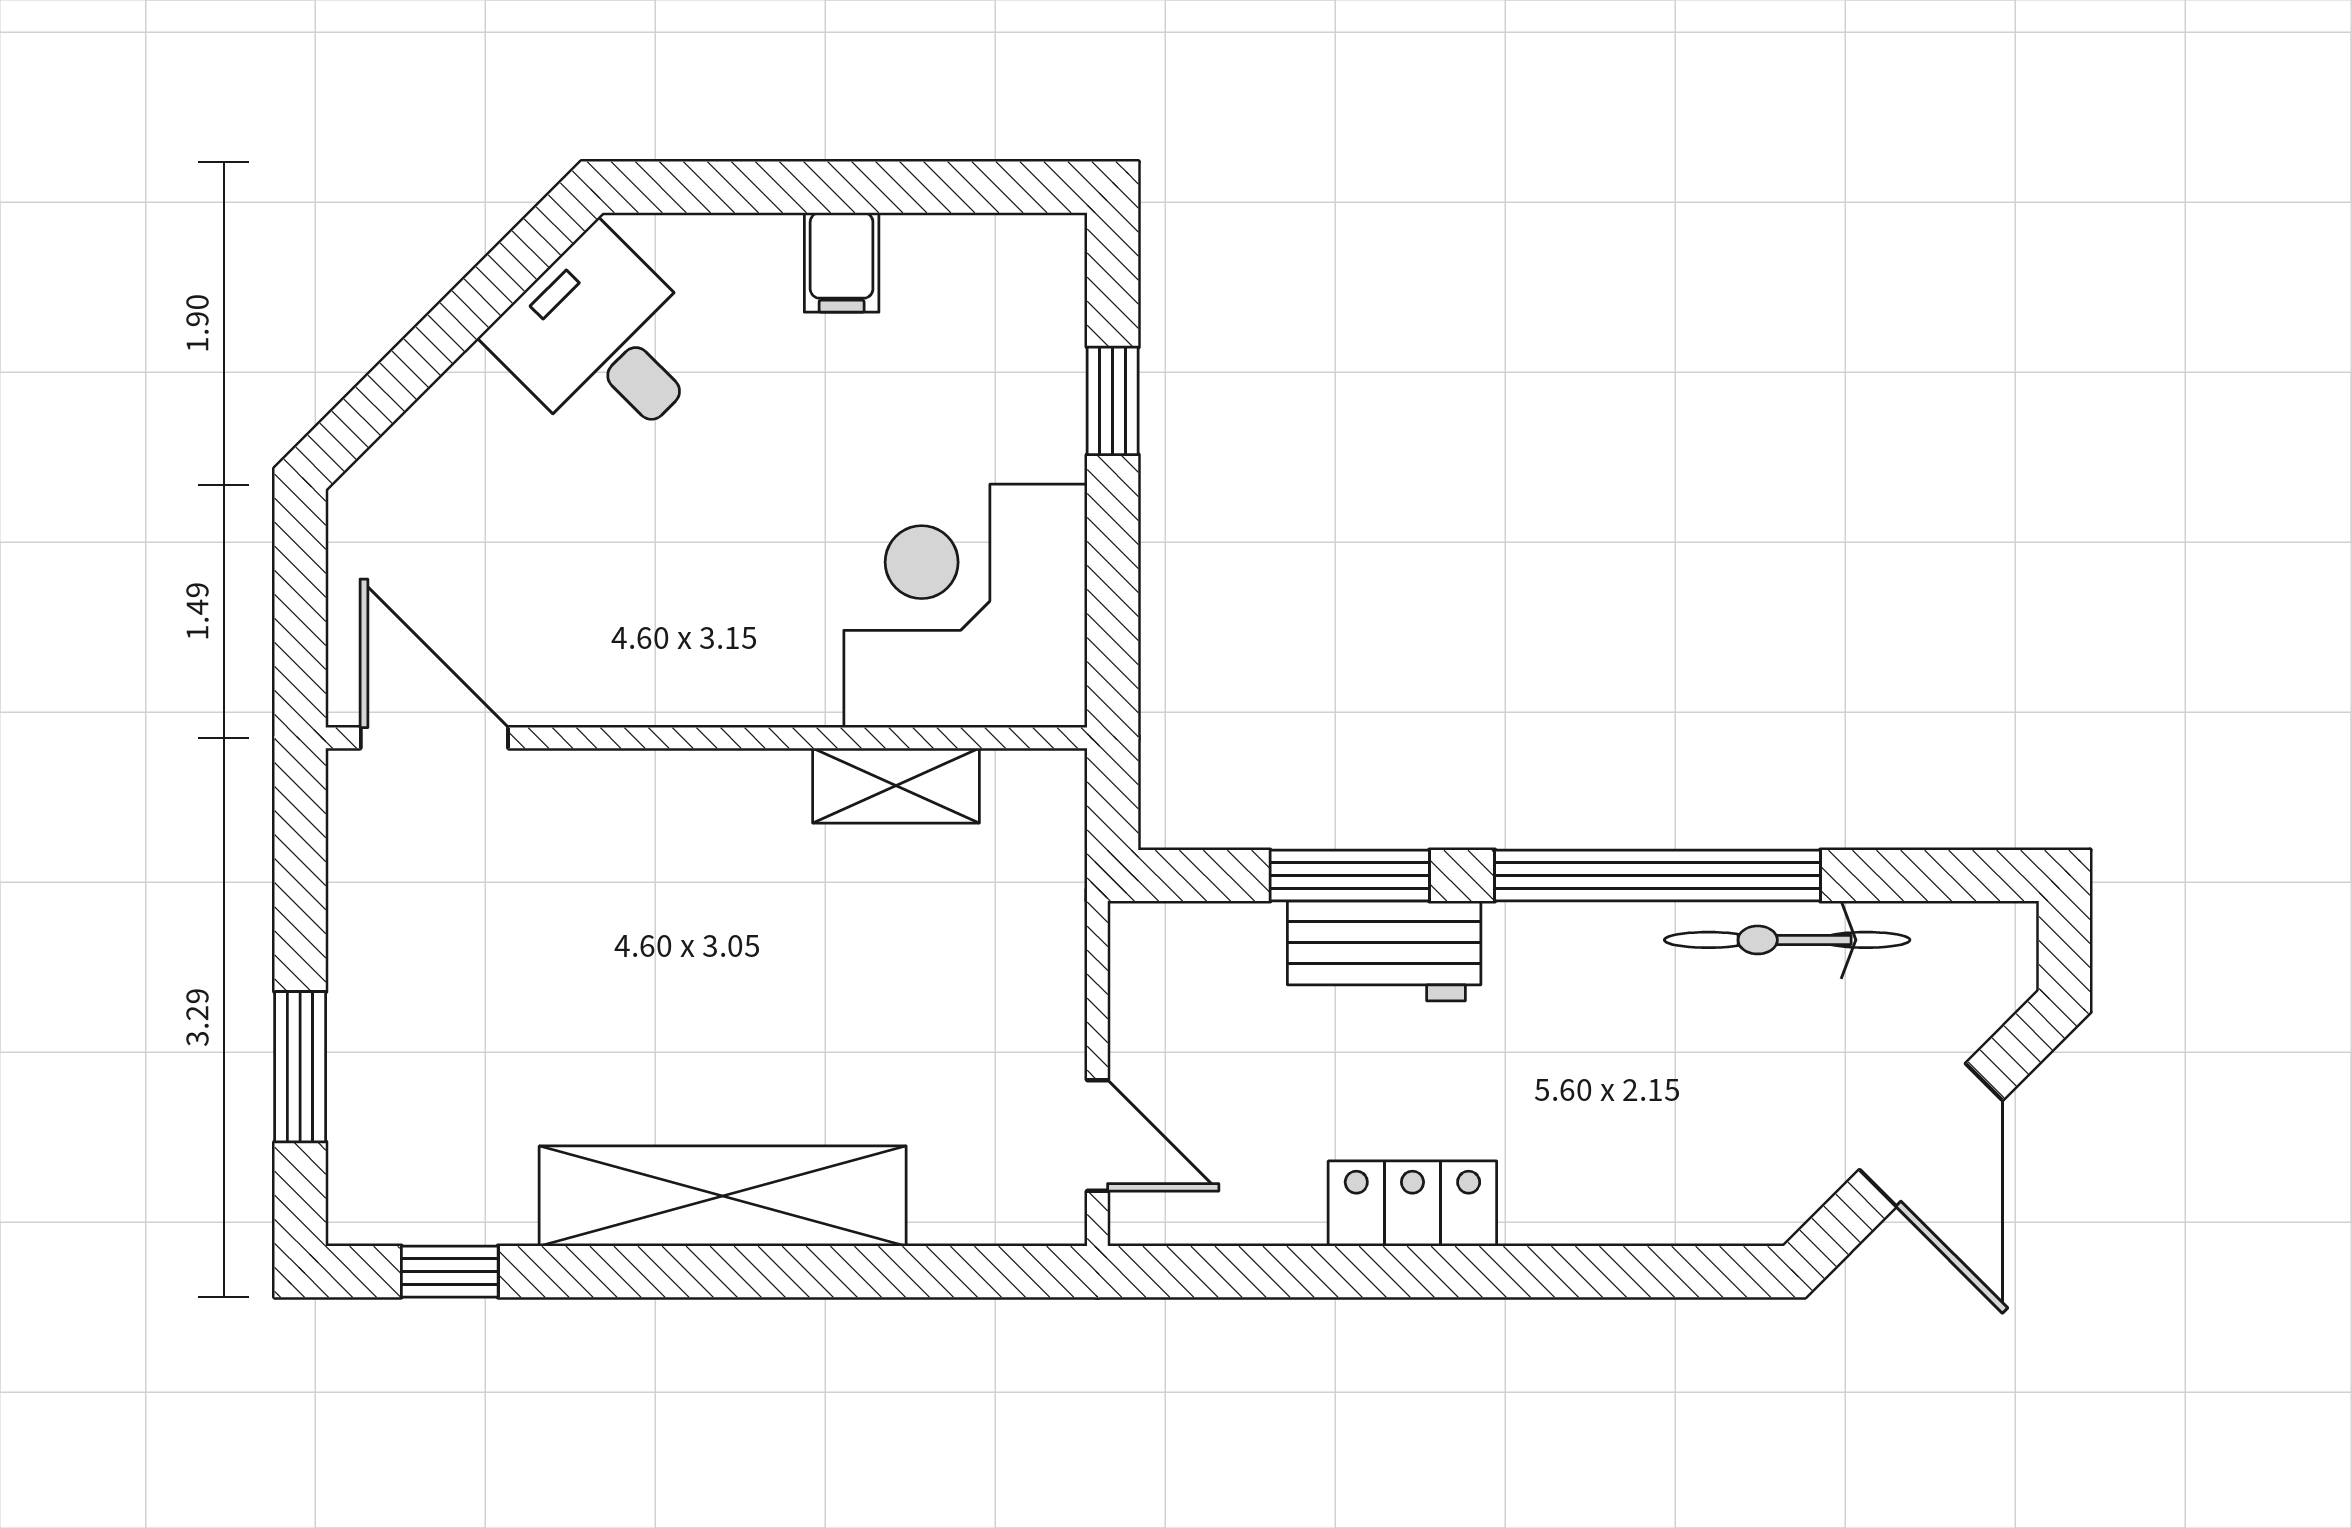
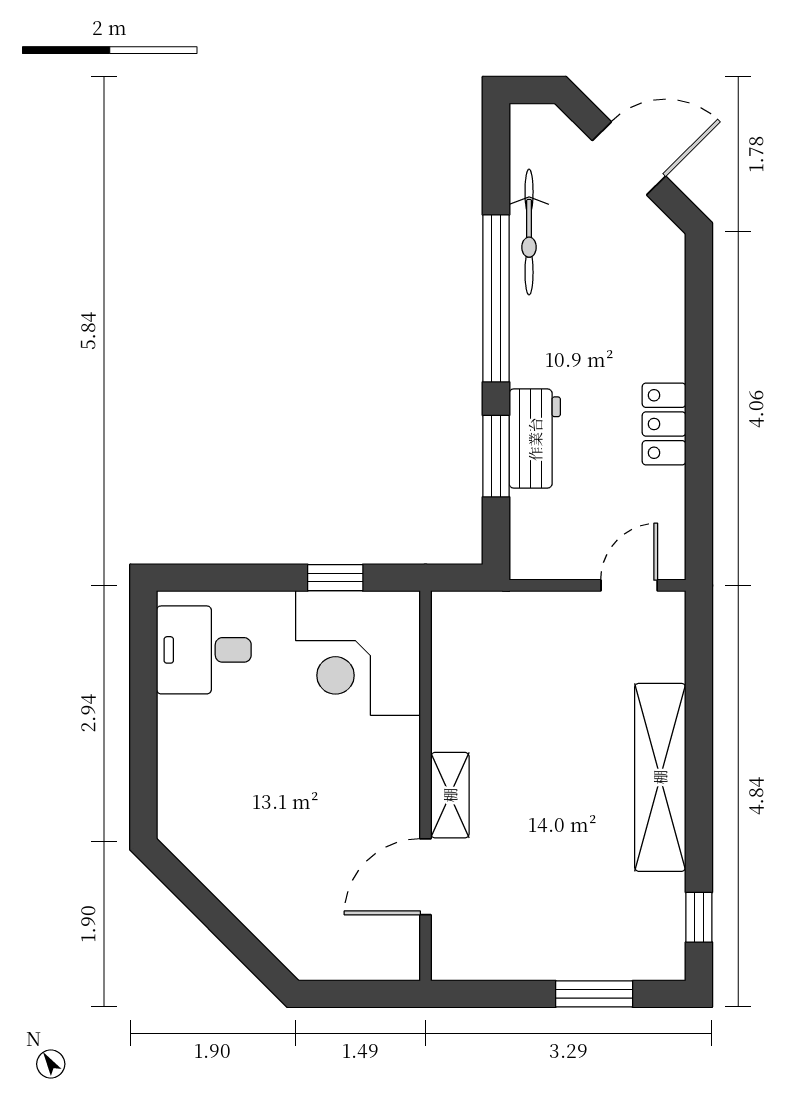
filing cabinet: (842, 262) -> (182, 716), removed
desk: (603, 343) -> (204, 650), moved, turned 45
window: (1113, 401) -> (335, 578), moved
door: (434, 738) -> (425, 877), moved
shelving: (896, 786) -> (450, 795), moved

